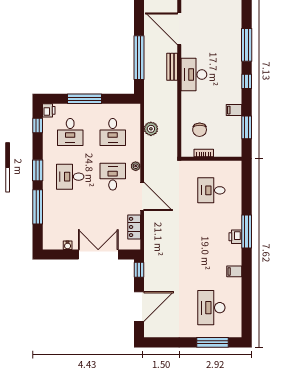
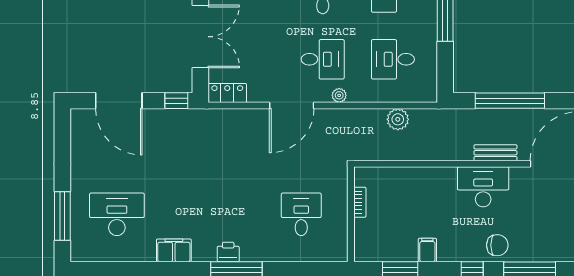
chair: (200, 130) -> (497, 245), moved, turned 180
locker: (134, 227) -> (227, 93), moved
filing cabinet: (234, 271) -> (174, 250), width x2.00

